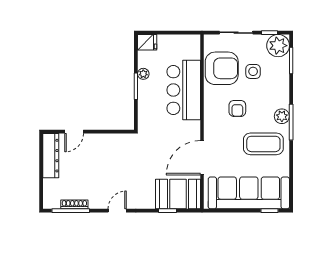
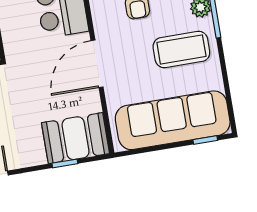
door: (202, 158) -> (97, 64), moved

